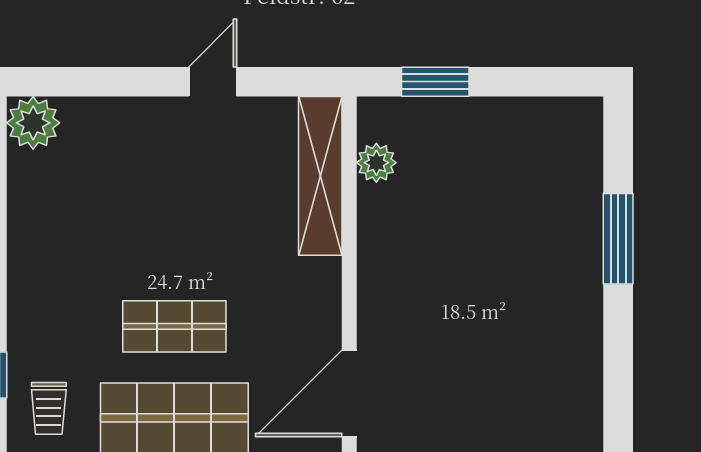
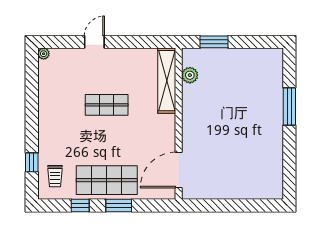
door: (213, 82) -> (94, 42), moved
plant: (33, 123) -> (44, 54), width x0.53, depth x0.53
shop shelf: (174, 326) -> (107, 105), moved

